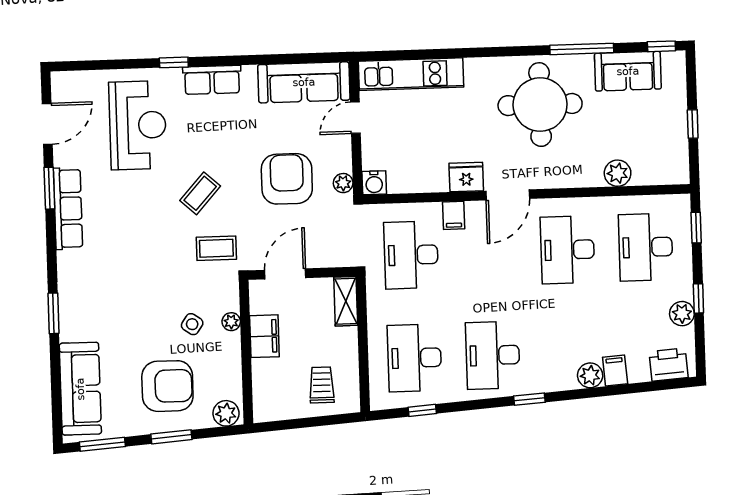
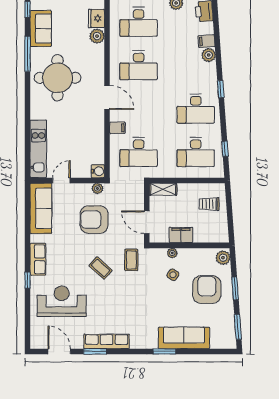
door: (355, 118) -> (61, 180), swing flipped
fridge: (466, 177) -> (96, 18), moved
sofa: (80, 389) -> (184, 338), moved

